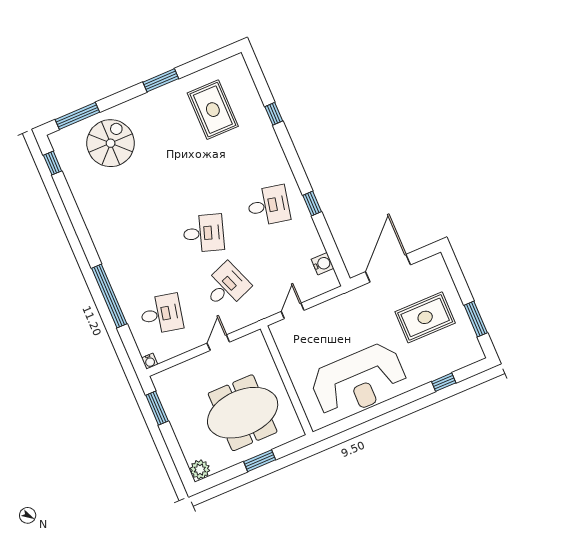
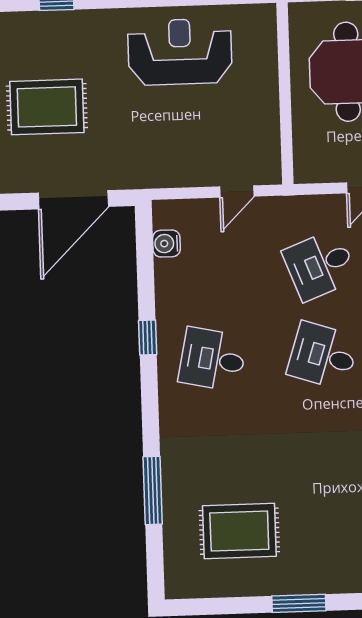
rug: (213, 110) -> (239, 531), turned 90
window: (274, 114) -> (153, 490), width x2.17
reception desk: (359, 381) -> (180, 52), width x0.74, depth x0.77

